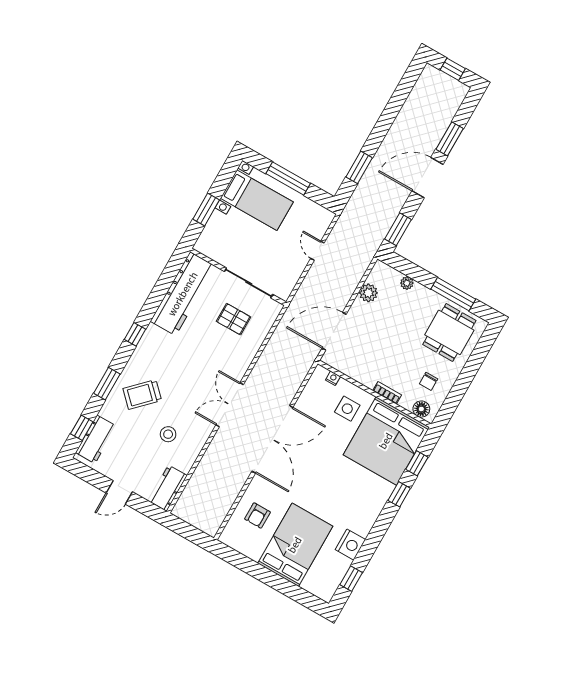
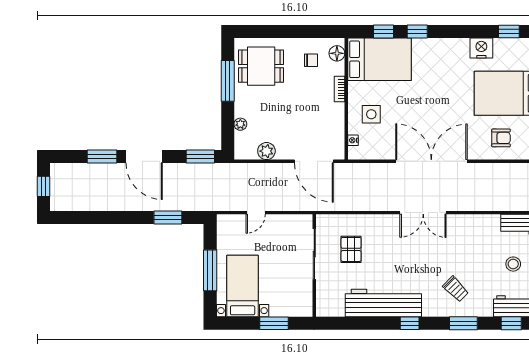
workbench: (183, 294) -> (383, 303), moved
trolley: (142, 395) -> (456, 289), width x0.73, depth x0.72
stool: (168, 434) -> (513, 264), moved
bed: (386, 441) -> (380, 59), width x0.73

